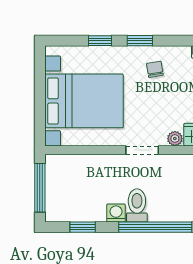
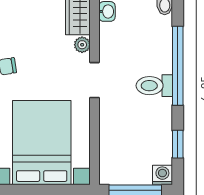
washing machine: (116, 213) -> (162, 175), moved, turned 90

